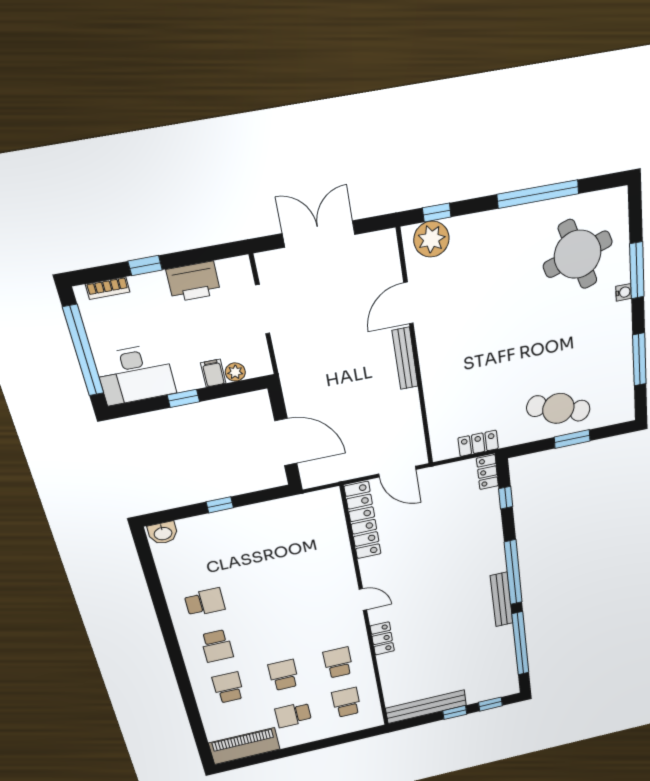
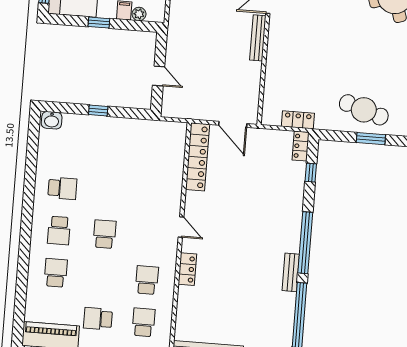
door: (286, 442) -> (159, 76), width x0.53
bench: (502, 599) -> (291, 272), width x0.73
school desk: (284, 675) -> (105, 234), moved

